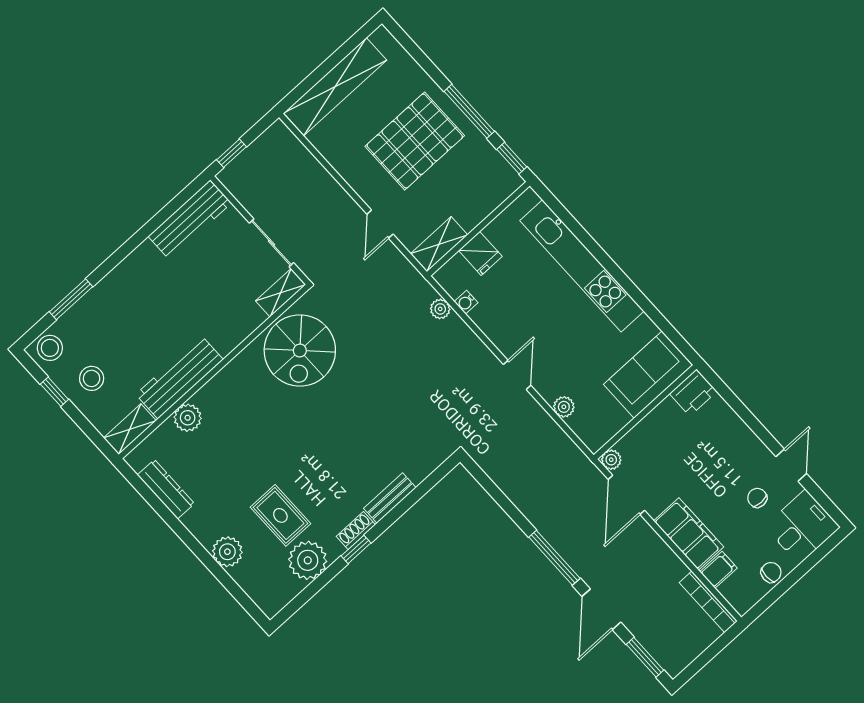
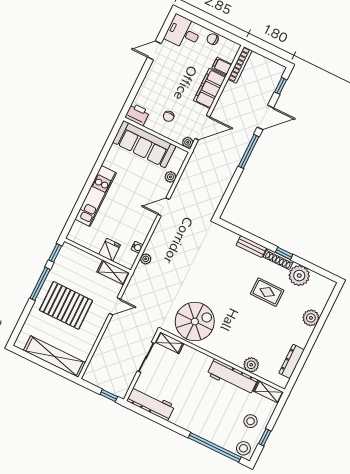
kitchen unit: (582, 266) -> (96, 196), width x0.73
window: (71, 299) -> (215, 447), width x2.11
sofa: (648, 375) -> (144, 144), width x1.36
chair: (757, 498) -> (169, 116), moved
rug: (280, 515) -> (267, 292), moved, turned 90
shoe rack: (356, 530) -> (278, 259), width x1.43
window: (645, 657) -> (281, 86), width x0.67

